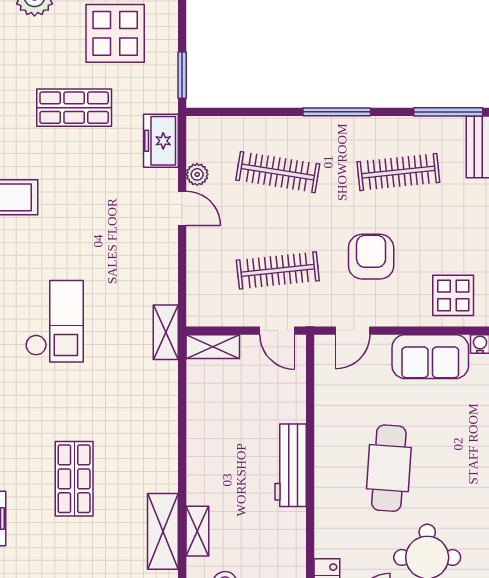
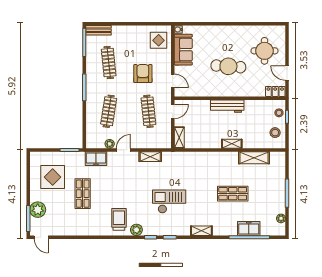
armchair: (371, 257) -> (143, 74), turned 90
shelving: (166, 332) -> (150, 157), moved
shelving: (197, 531) -> (232, 144), moved

